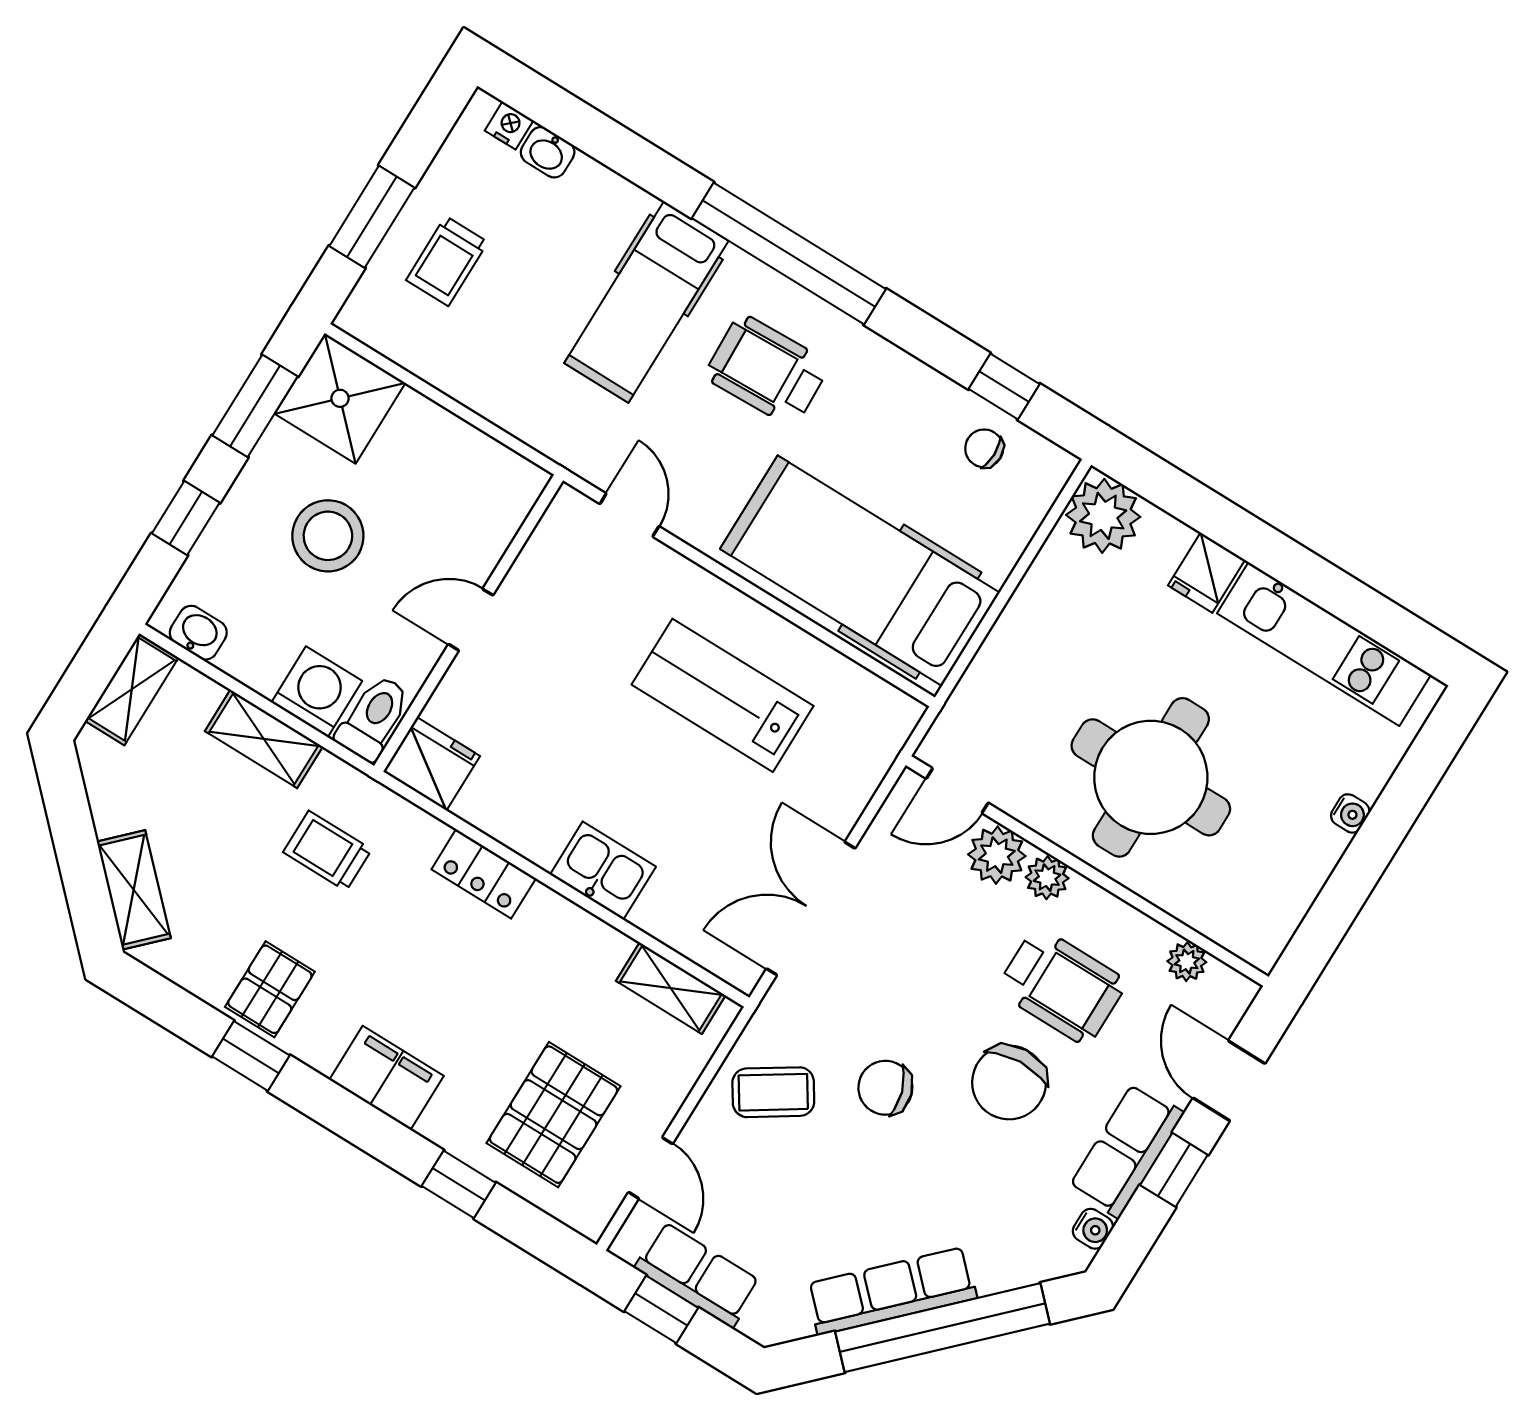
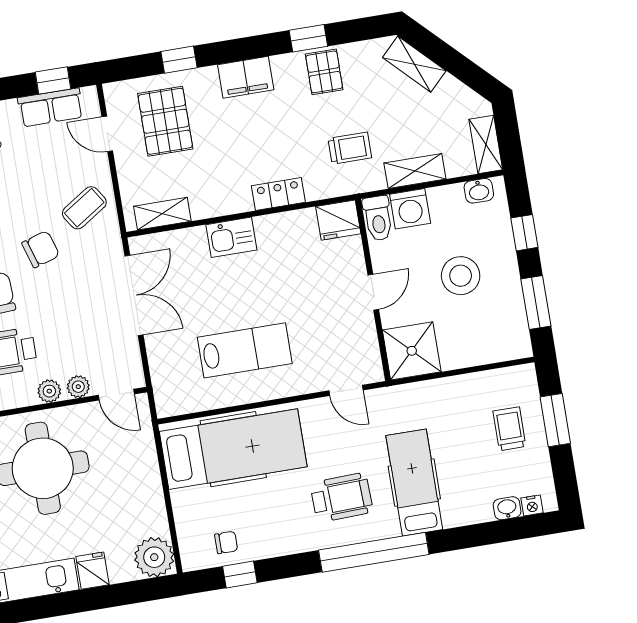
shower: (340, 398) -> (412, 351), moved
door: (957, 791) -> (116, 395), swing flipped
plant: (997, 855) -> (78, 387), width x0.73, depth x0.73

